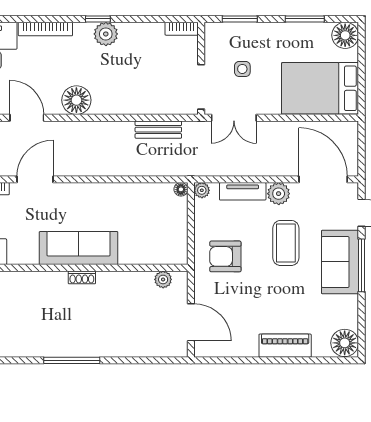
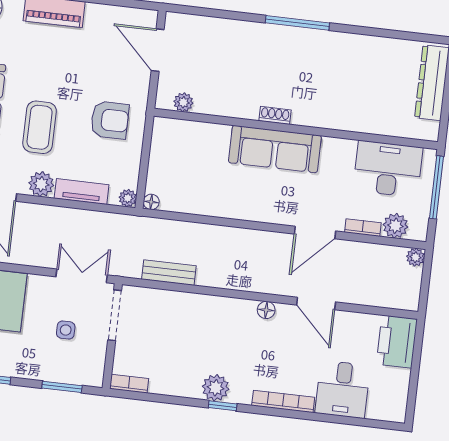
floor lamp: (76, 100) -> (266, 310), width x0.53, depth x0.53

